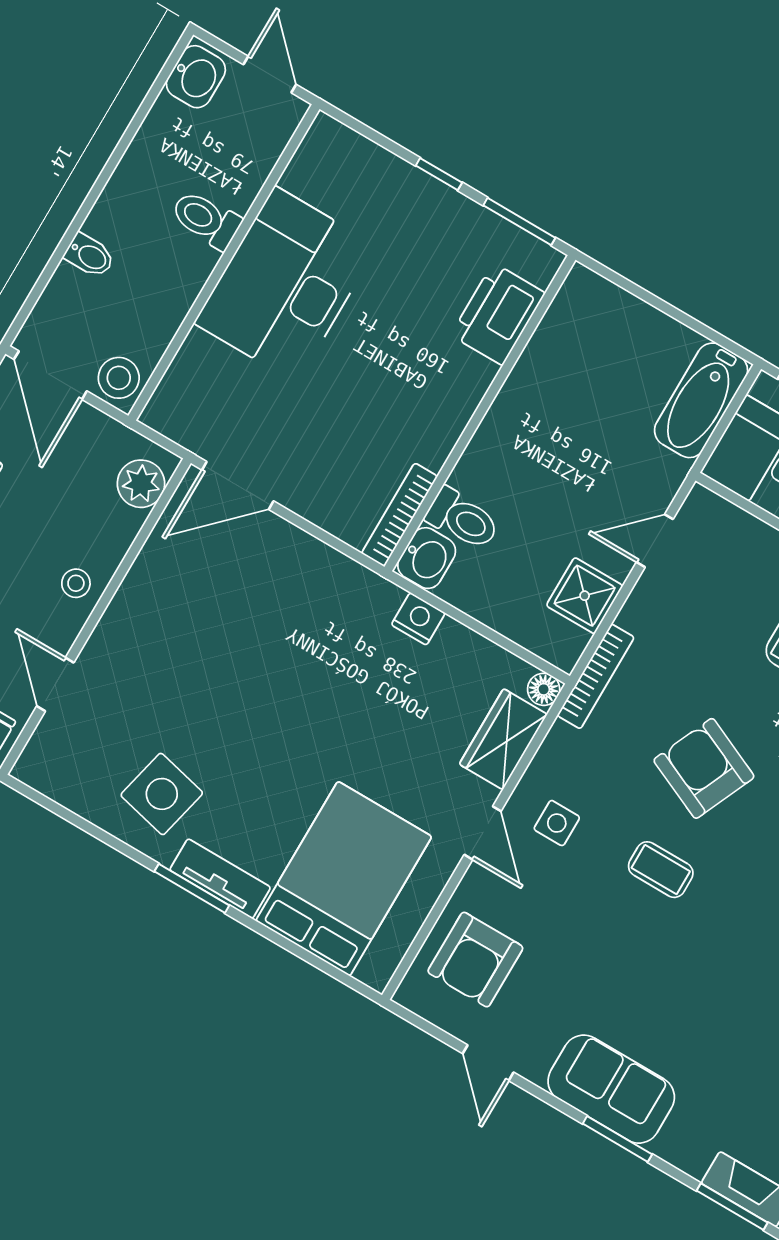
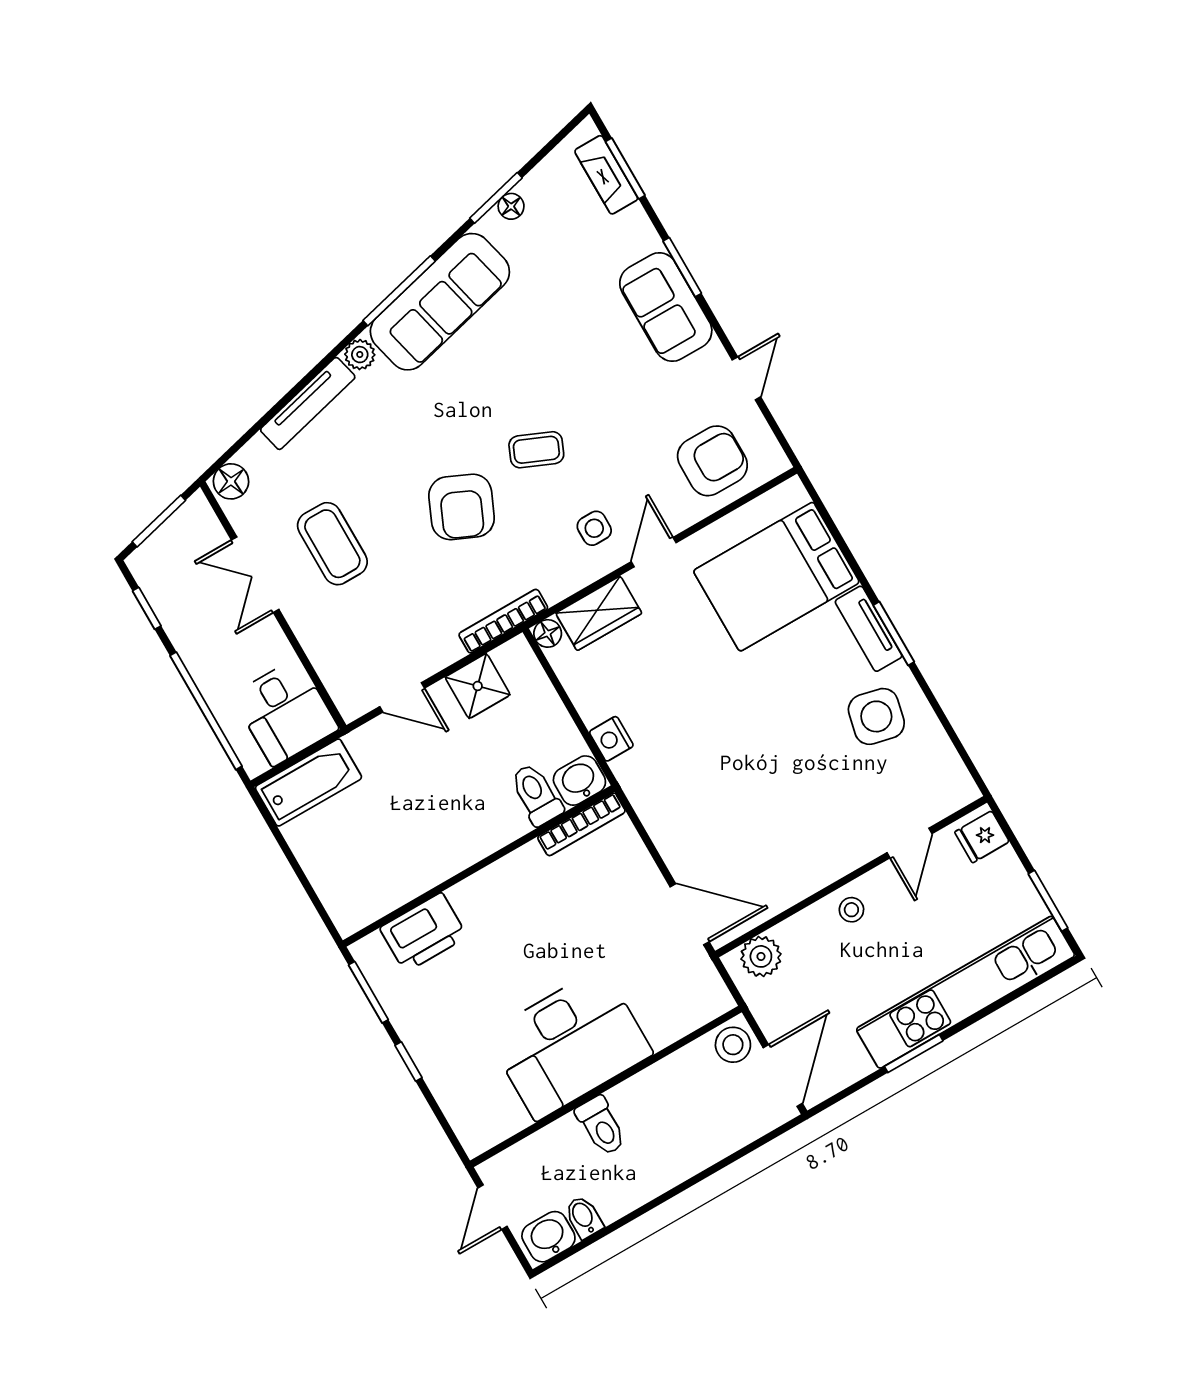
bidet: (90, 256) -> (584, 1217), moved
coffee table: (661, 870) -> (536, 450), turned -67

